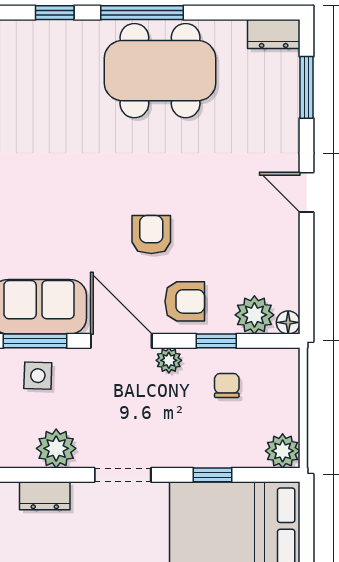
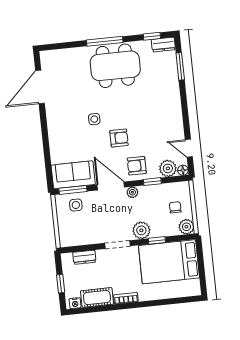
window: (55, 13) -> (152, 36), moved
side table: (100, 186) -> (94, 119), added
door: (307, 192) -> (189, 148), moved
armchair: (151, 235) -> (119, 138), turned 90
armchair: (185, 301) -> (137, 166), turned 180
chair: (227, 385) -> (175, 207), moved
plant: (56, 448) -> (141, 230), moved

